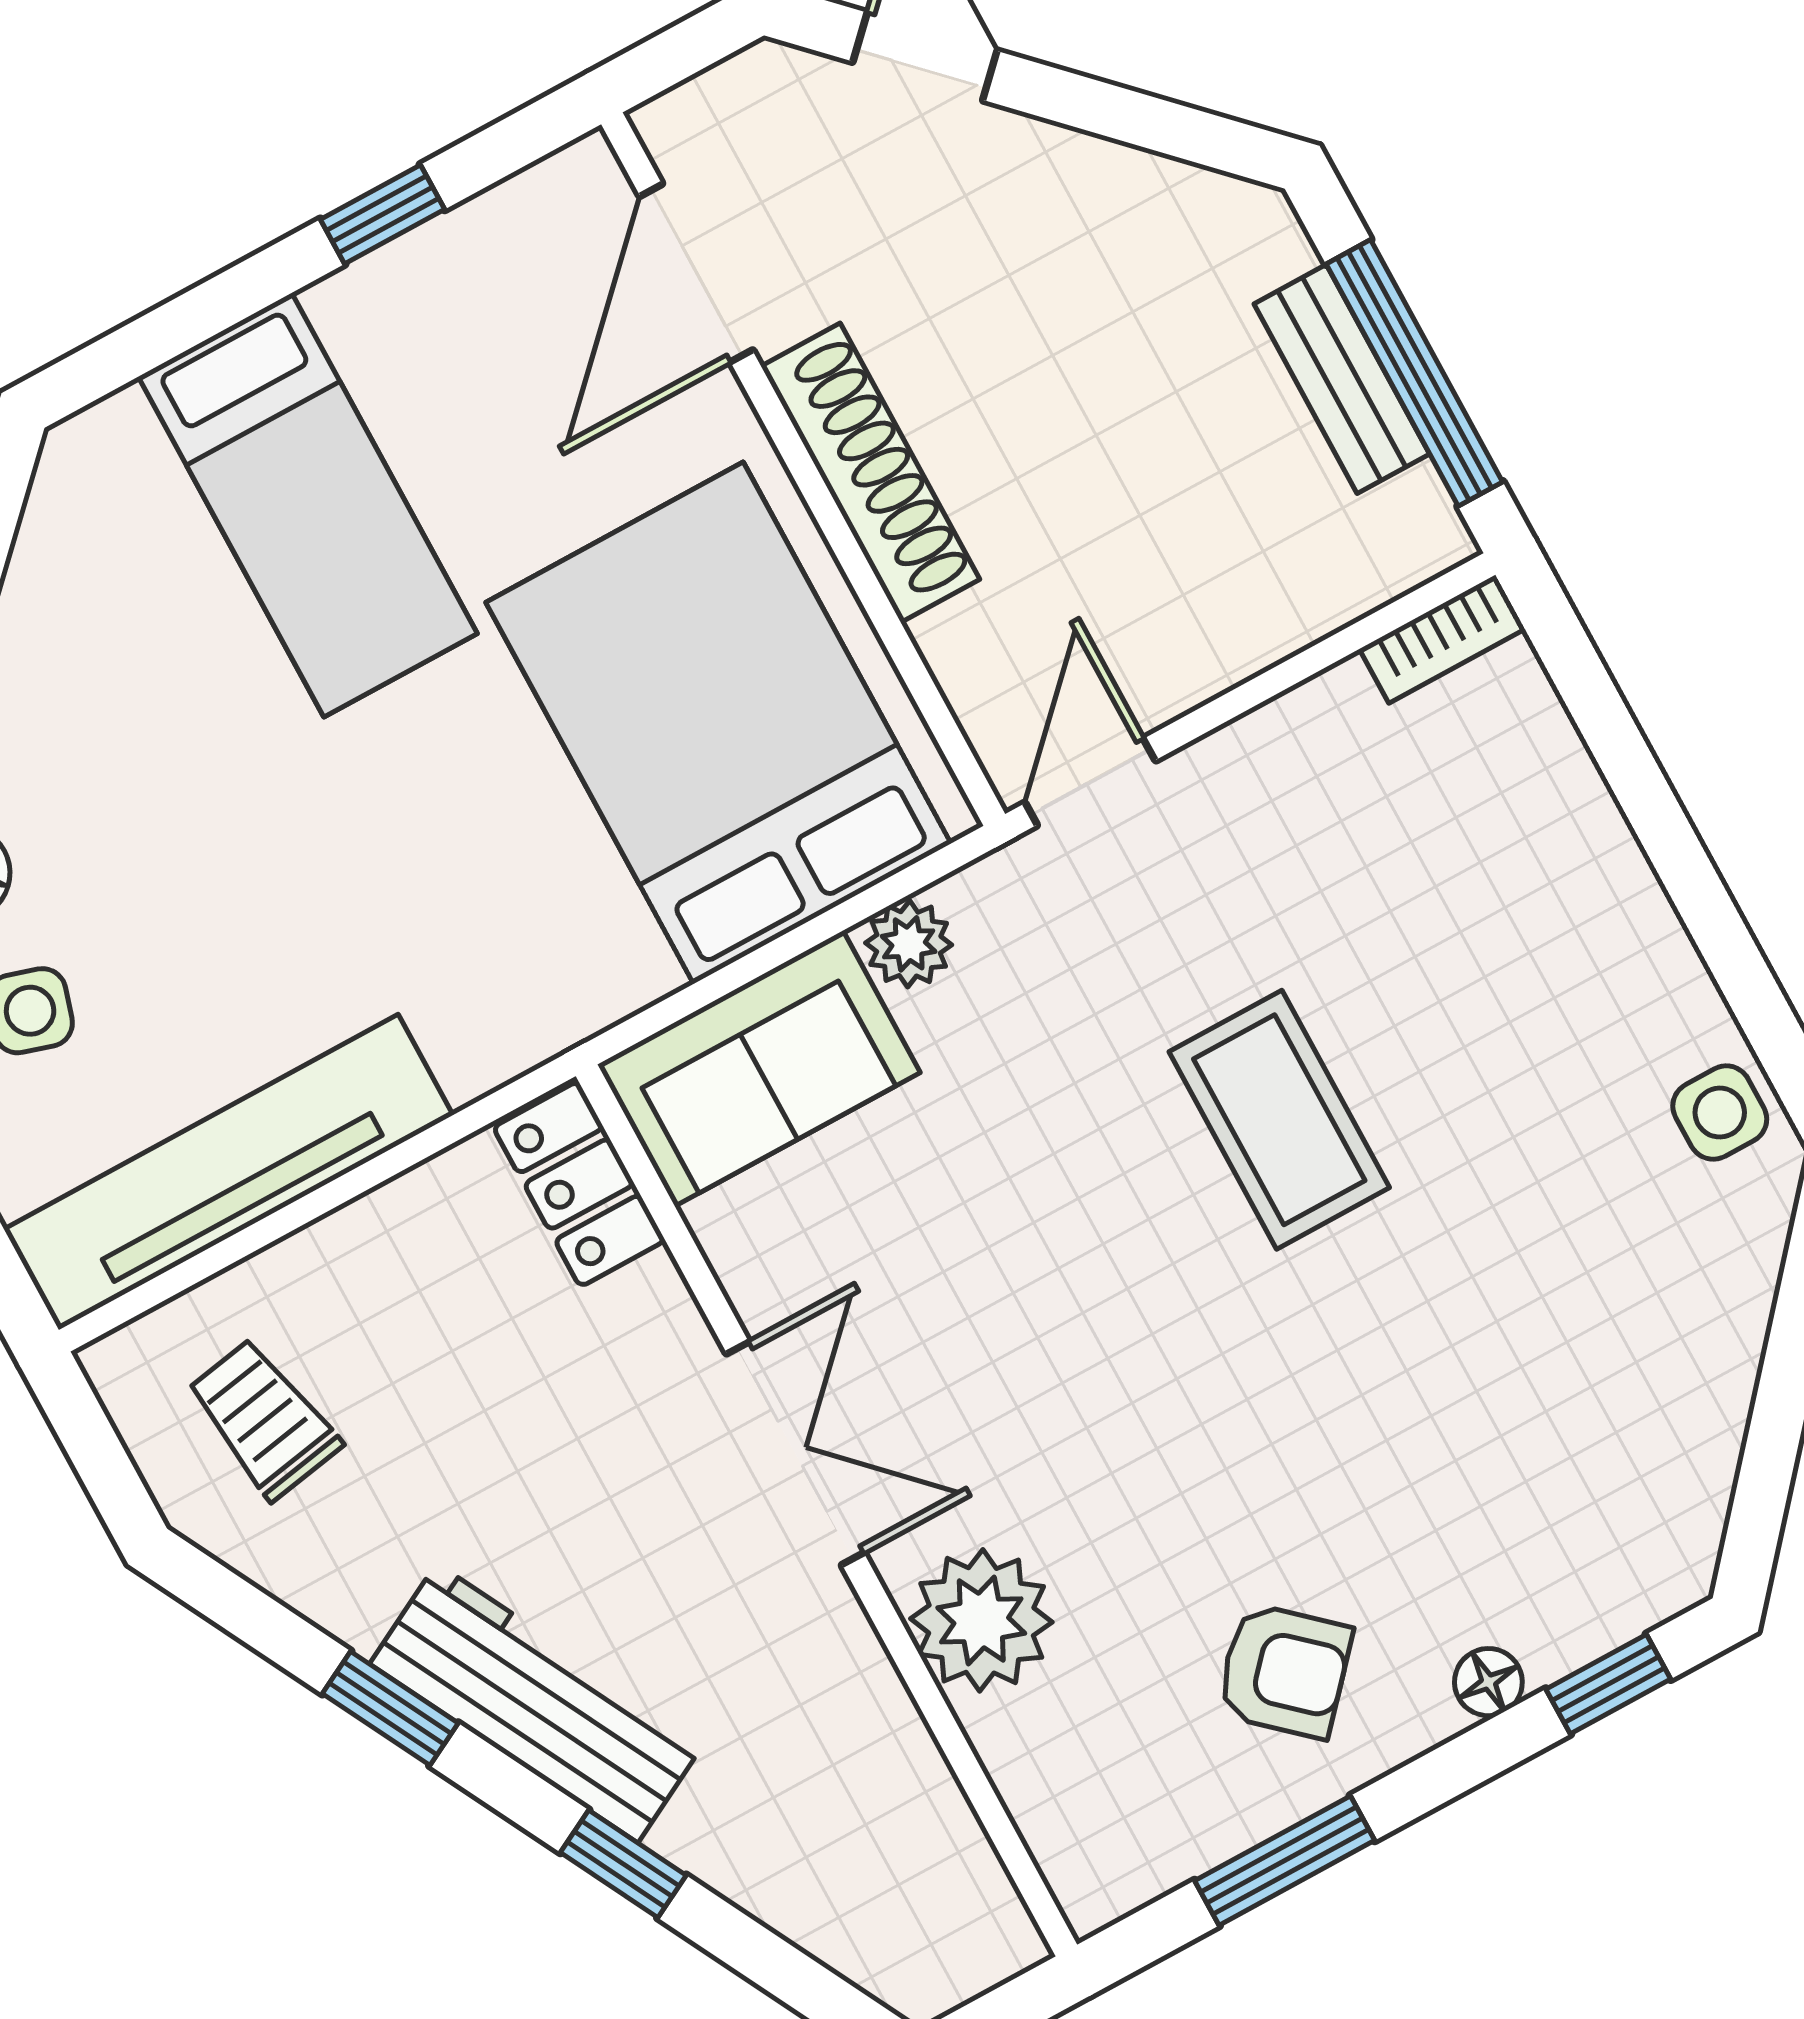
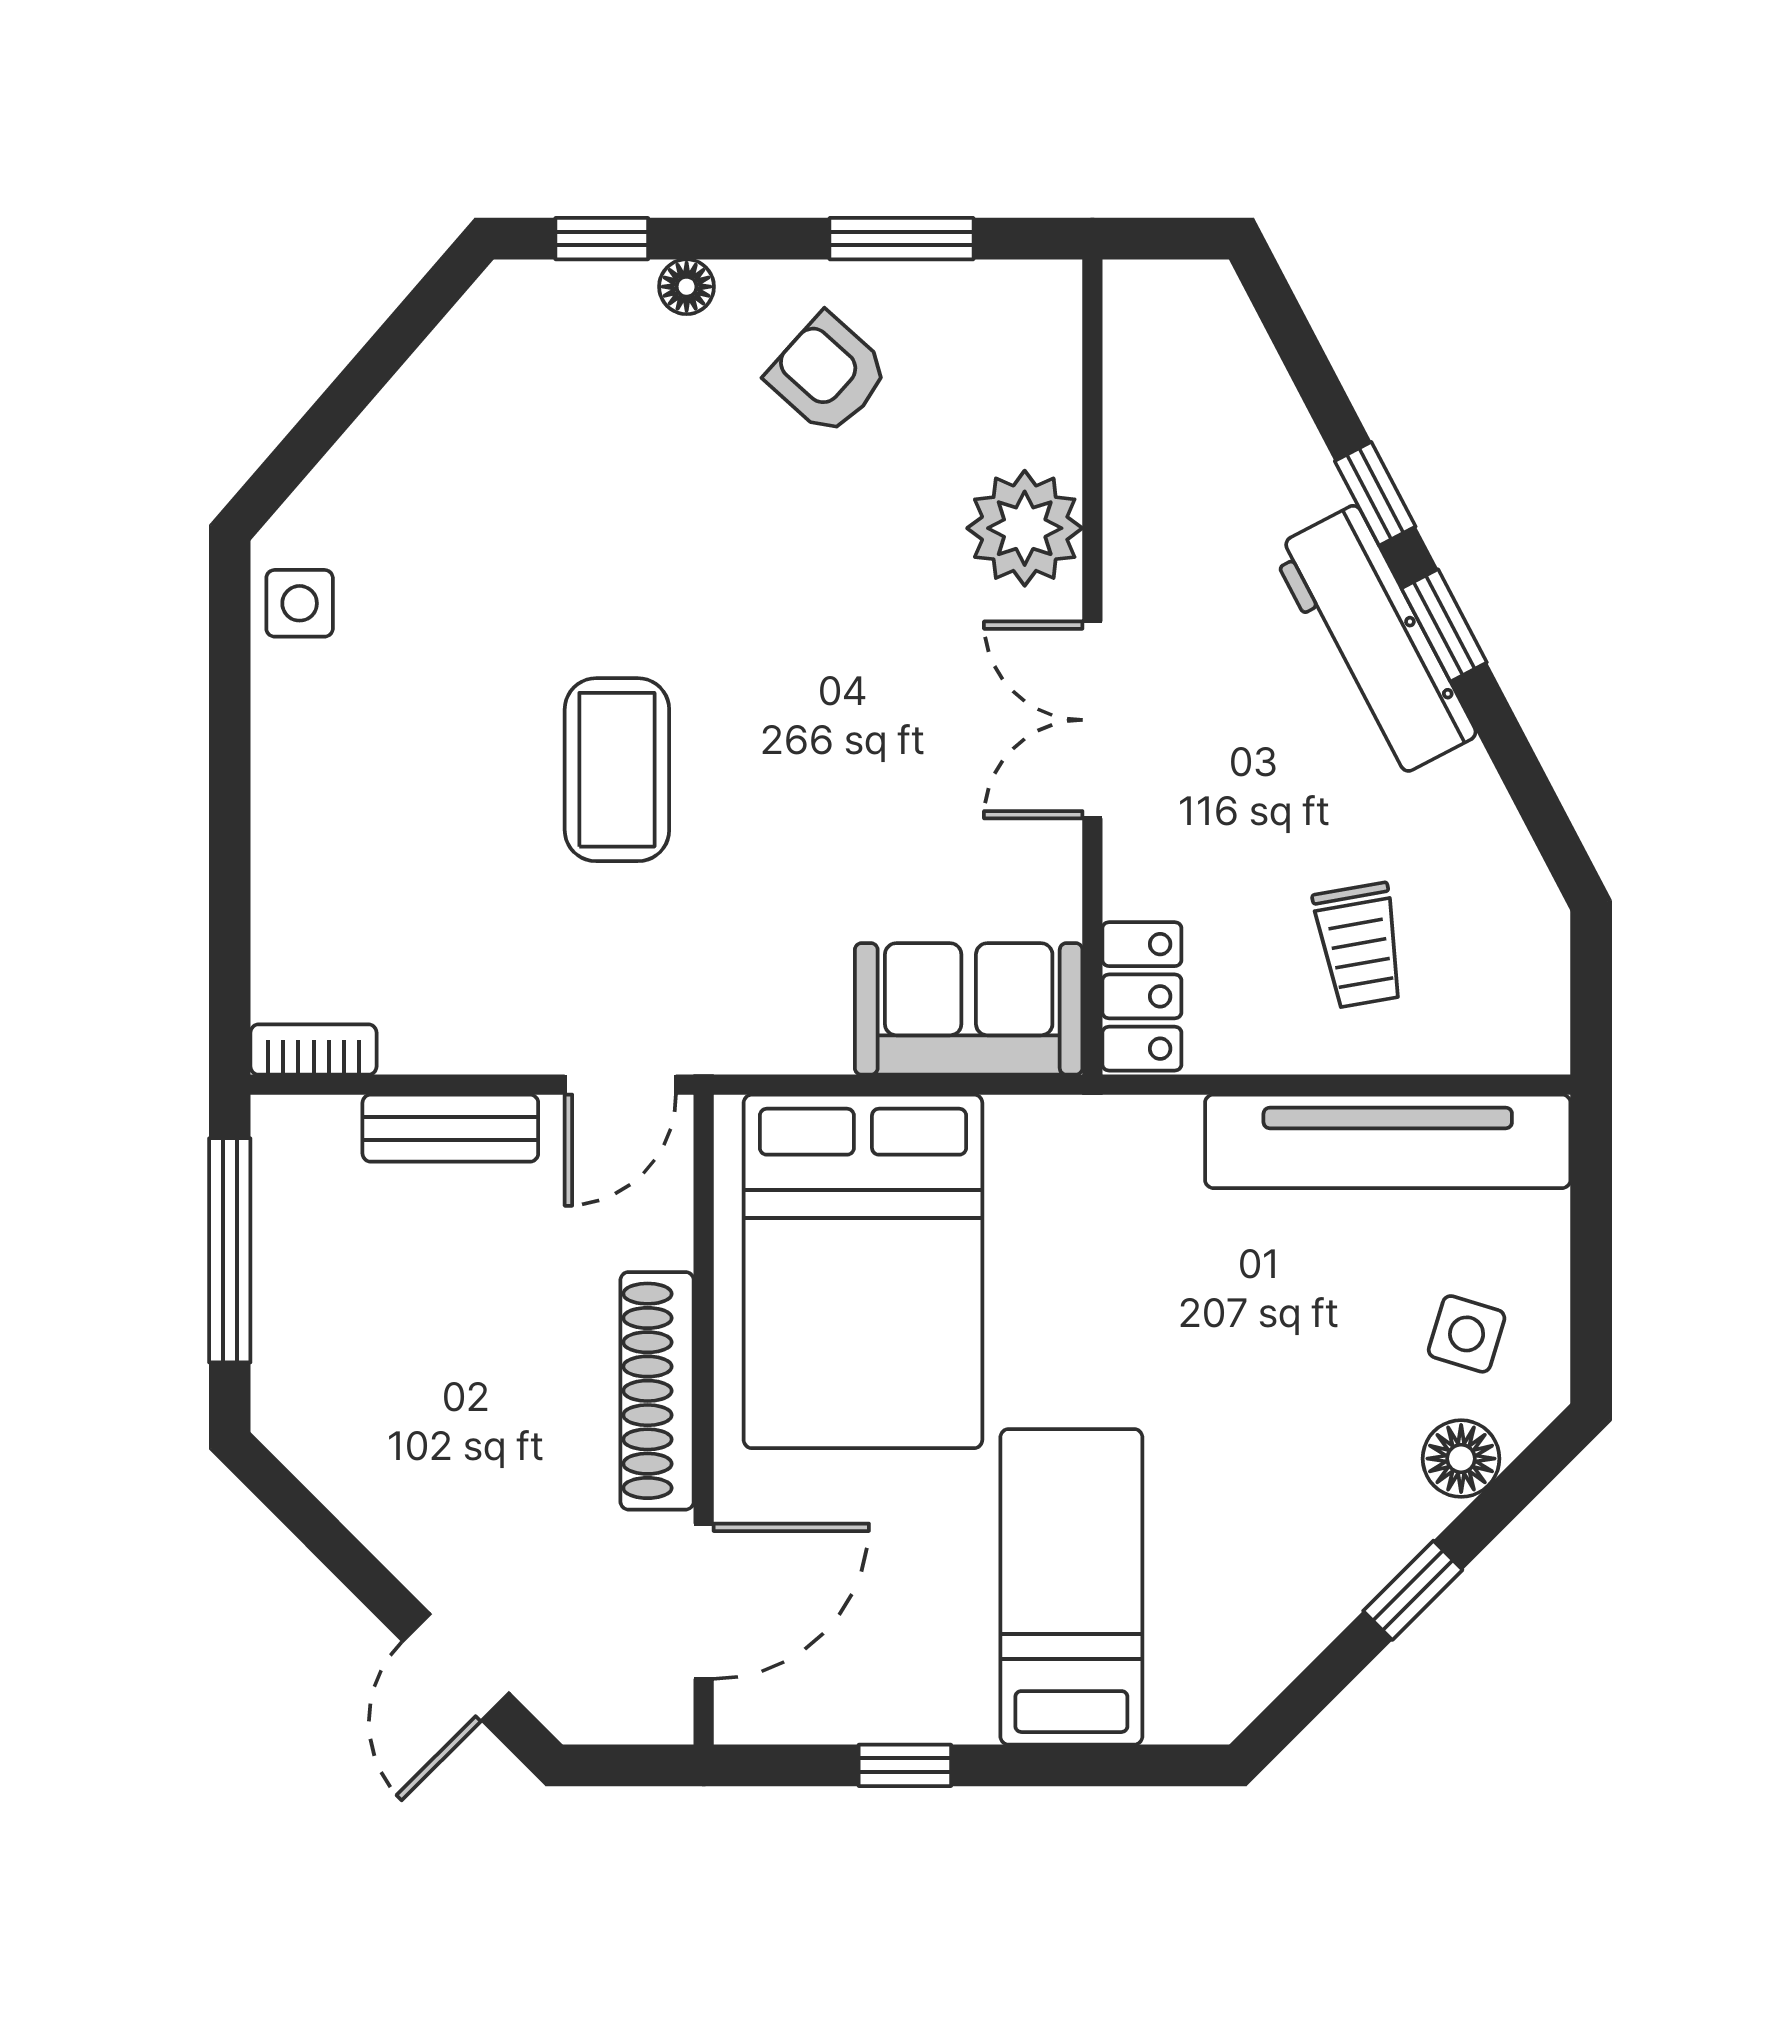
bench: (1342, 379) -> (450, 1128), moved, turned 90
plant: (909, 944) -> (813, 1040), removed
trolley: (264, 1419) -> (1359, 945), moved
window: (390, 1708) -> (1444, 625), moved

